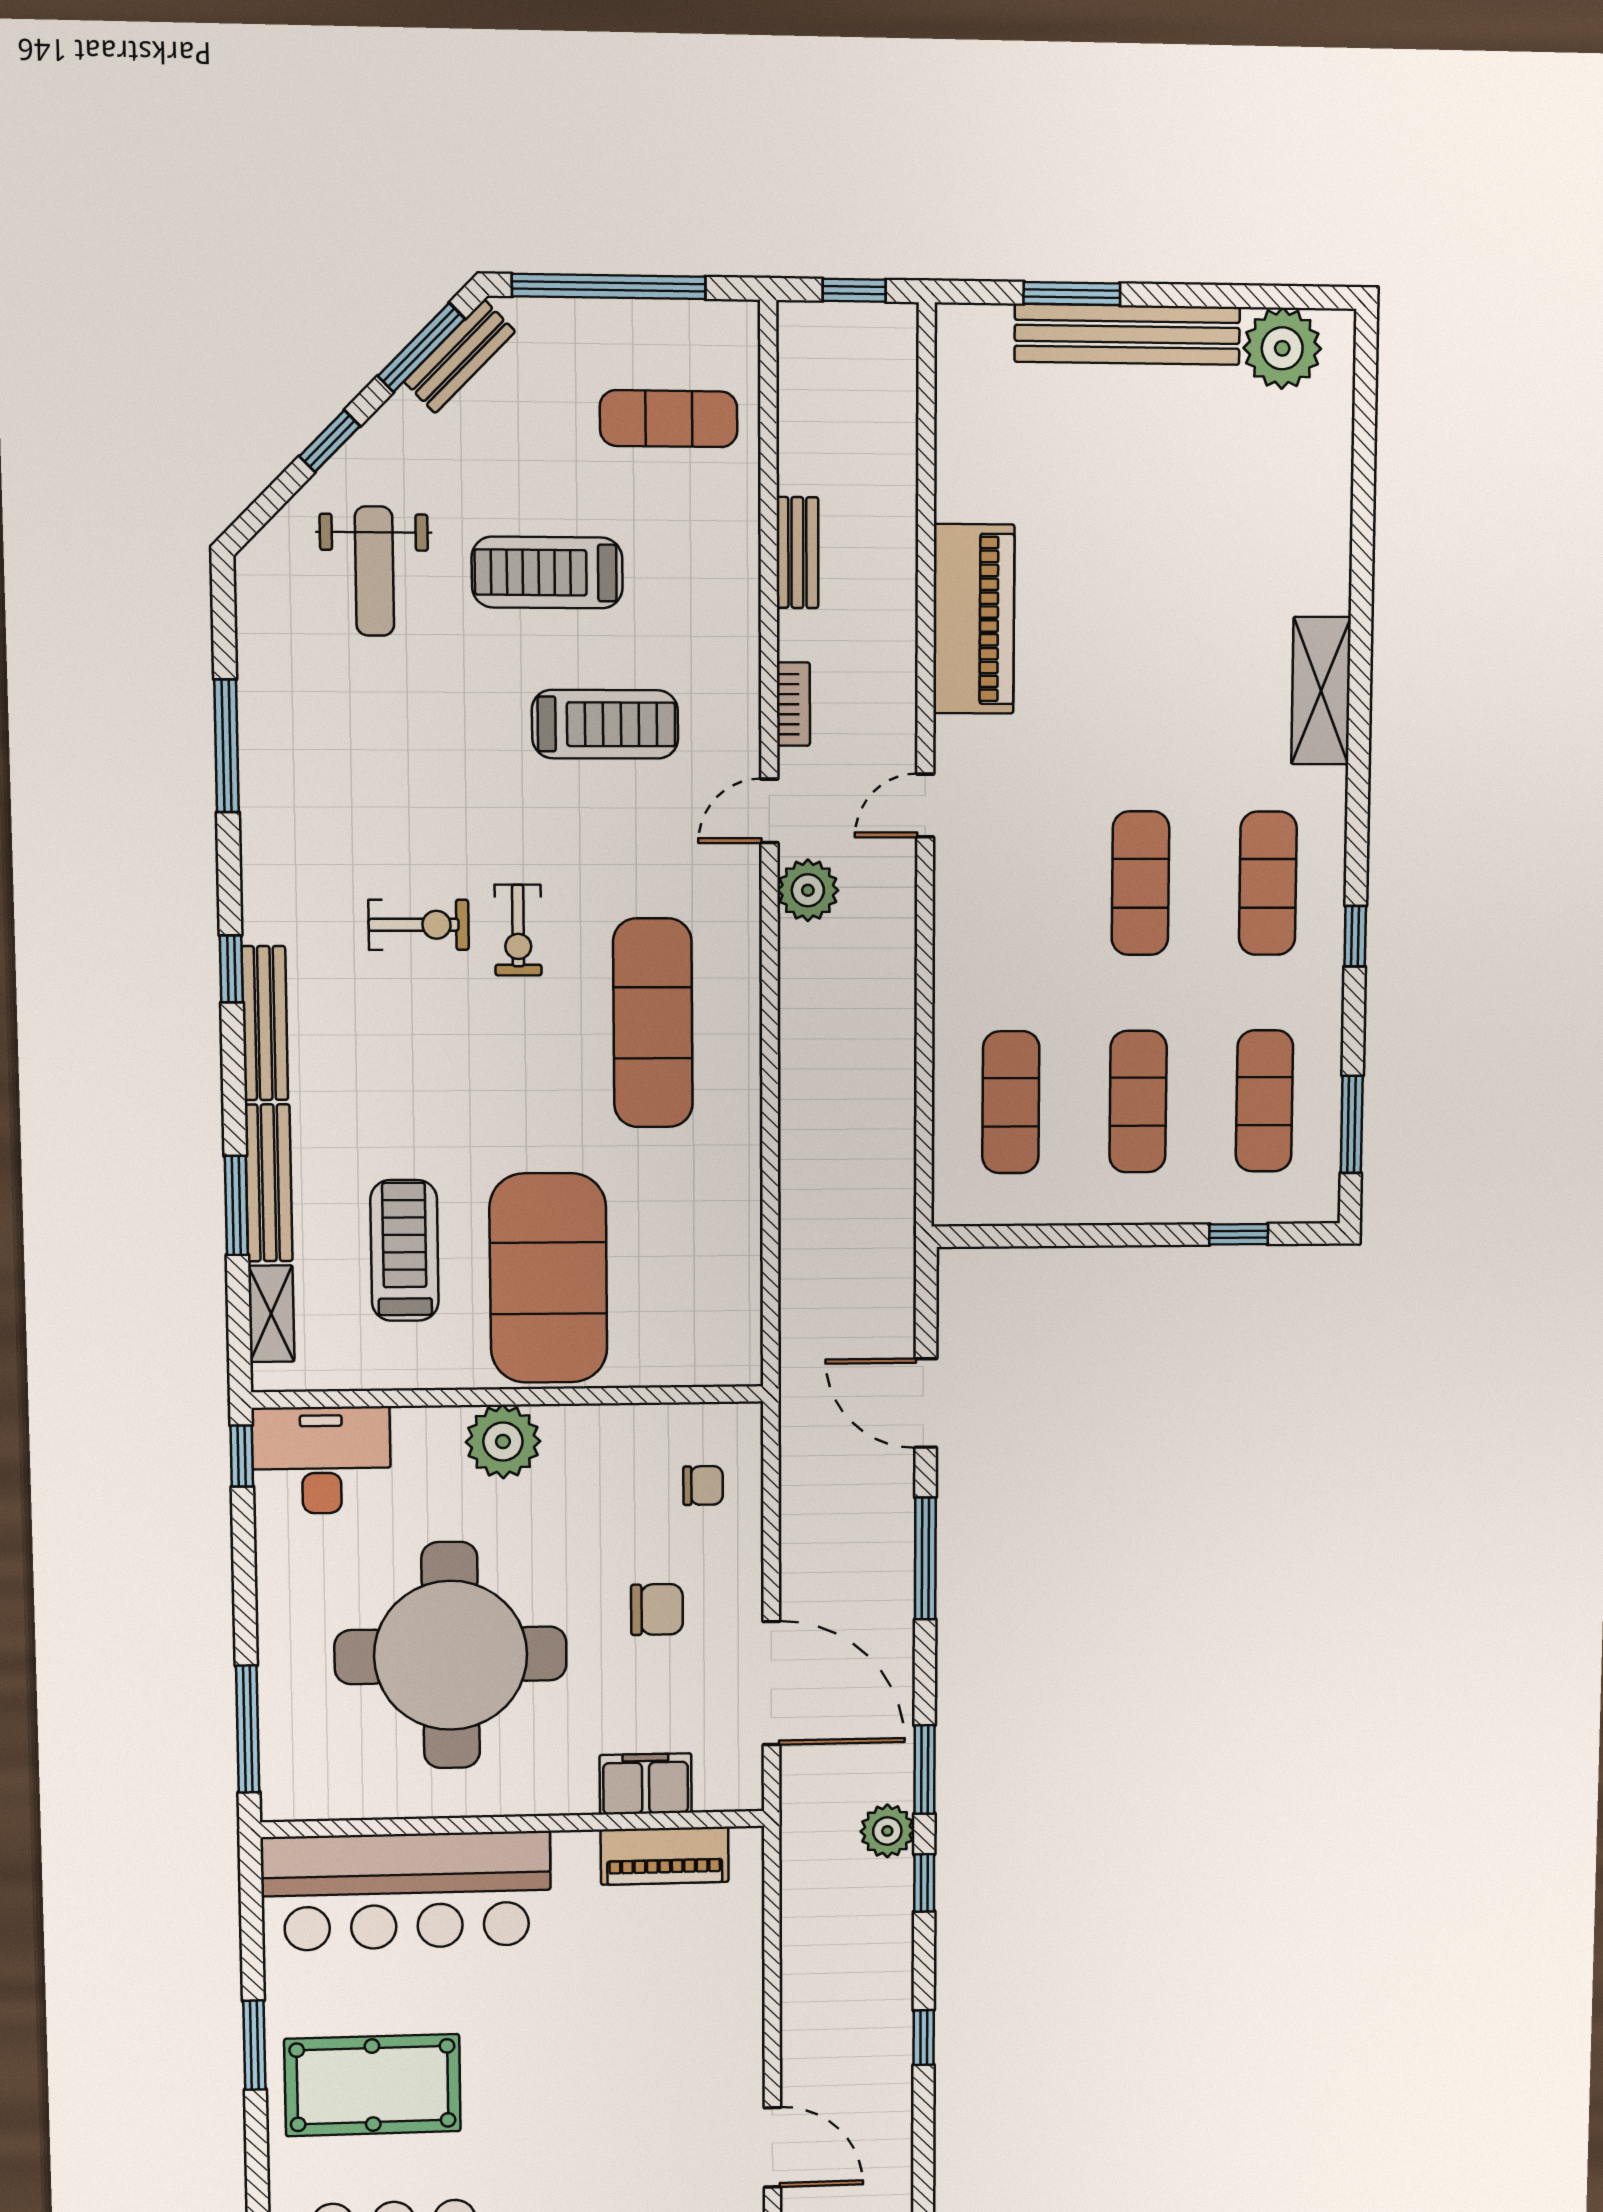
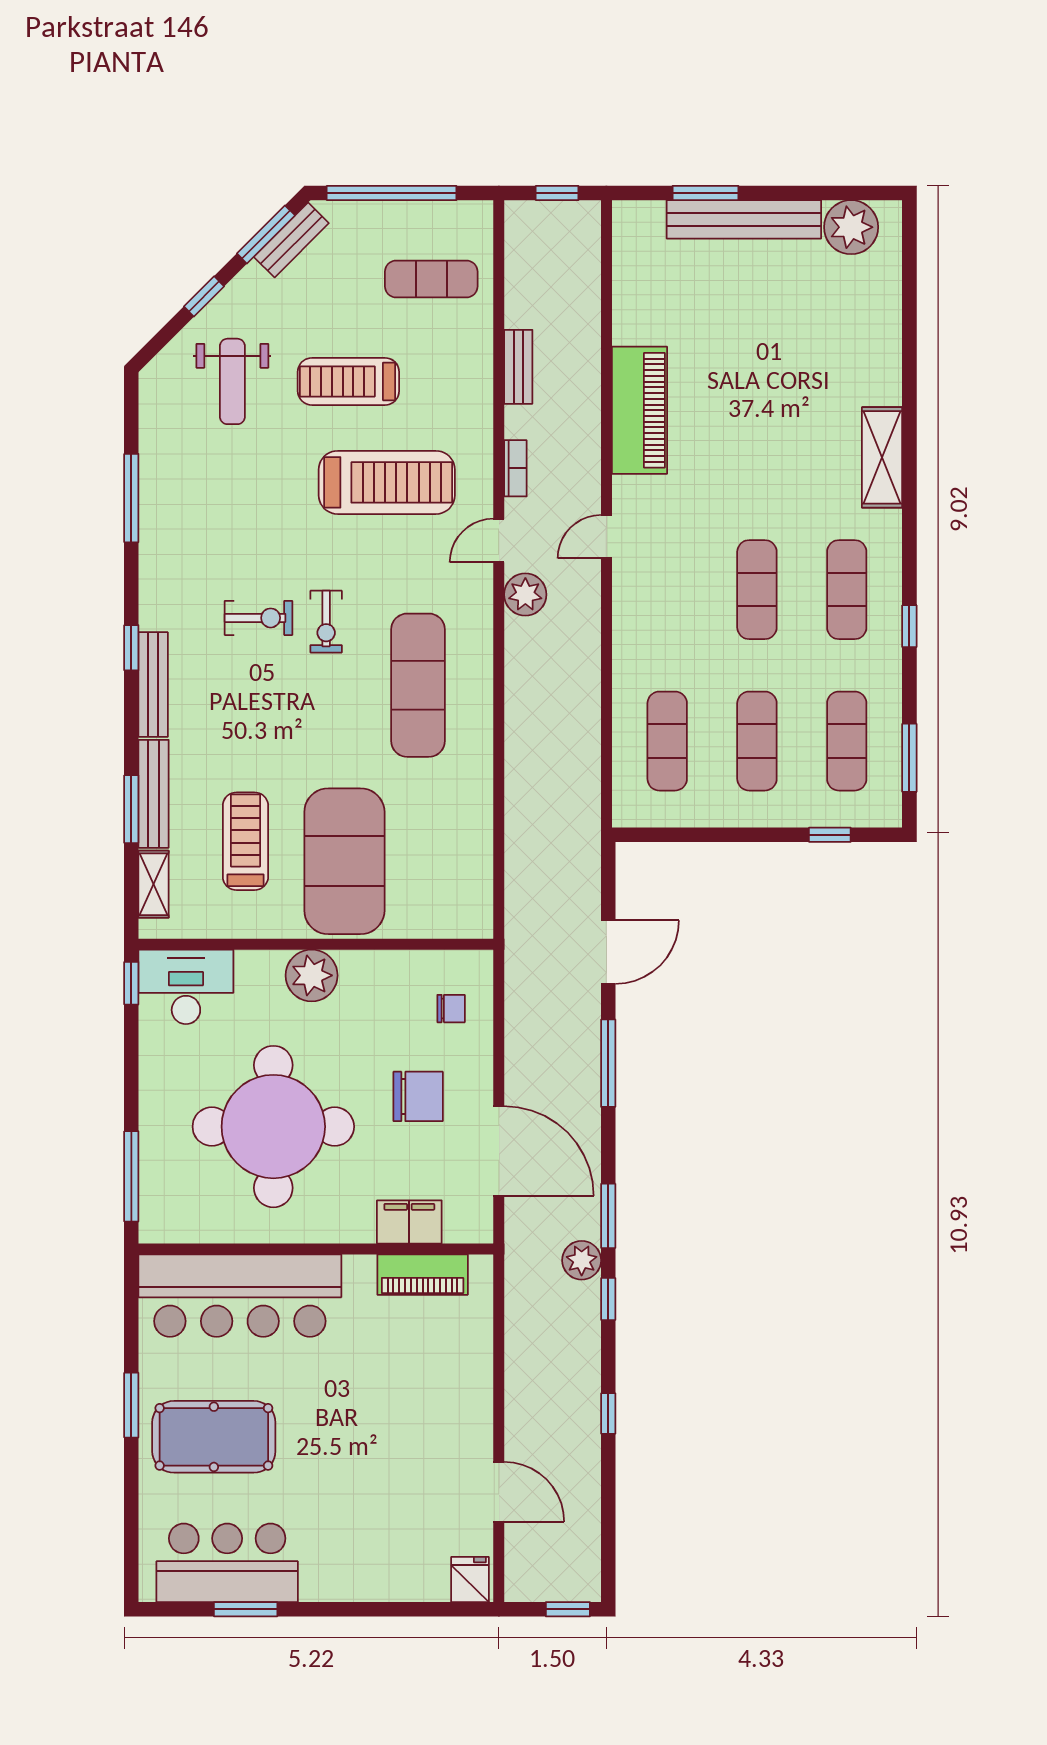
treadmill: (605, 724) -> (387, 482), width x1.37, depth x1.38
door: (926, 1403) -> (608, 952), swing flipped
chair: (657, 1609) -> (418, 1096), width x1.37, depth x1.37

